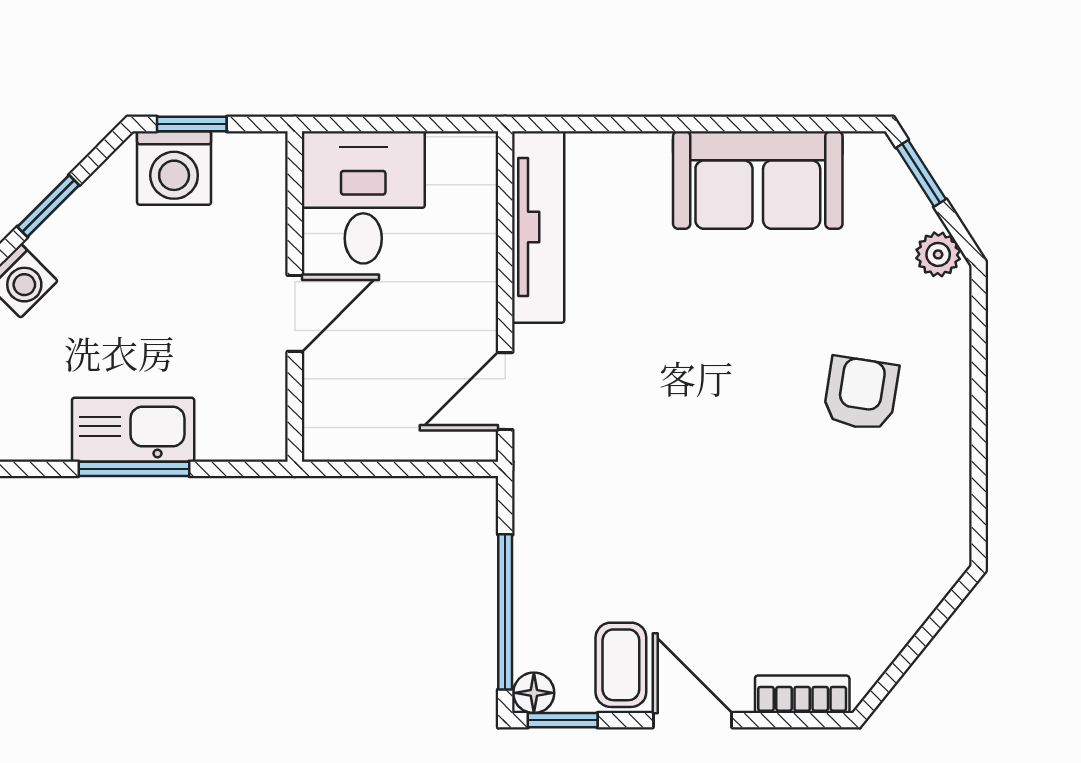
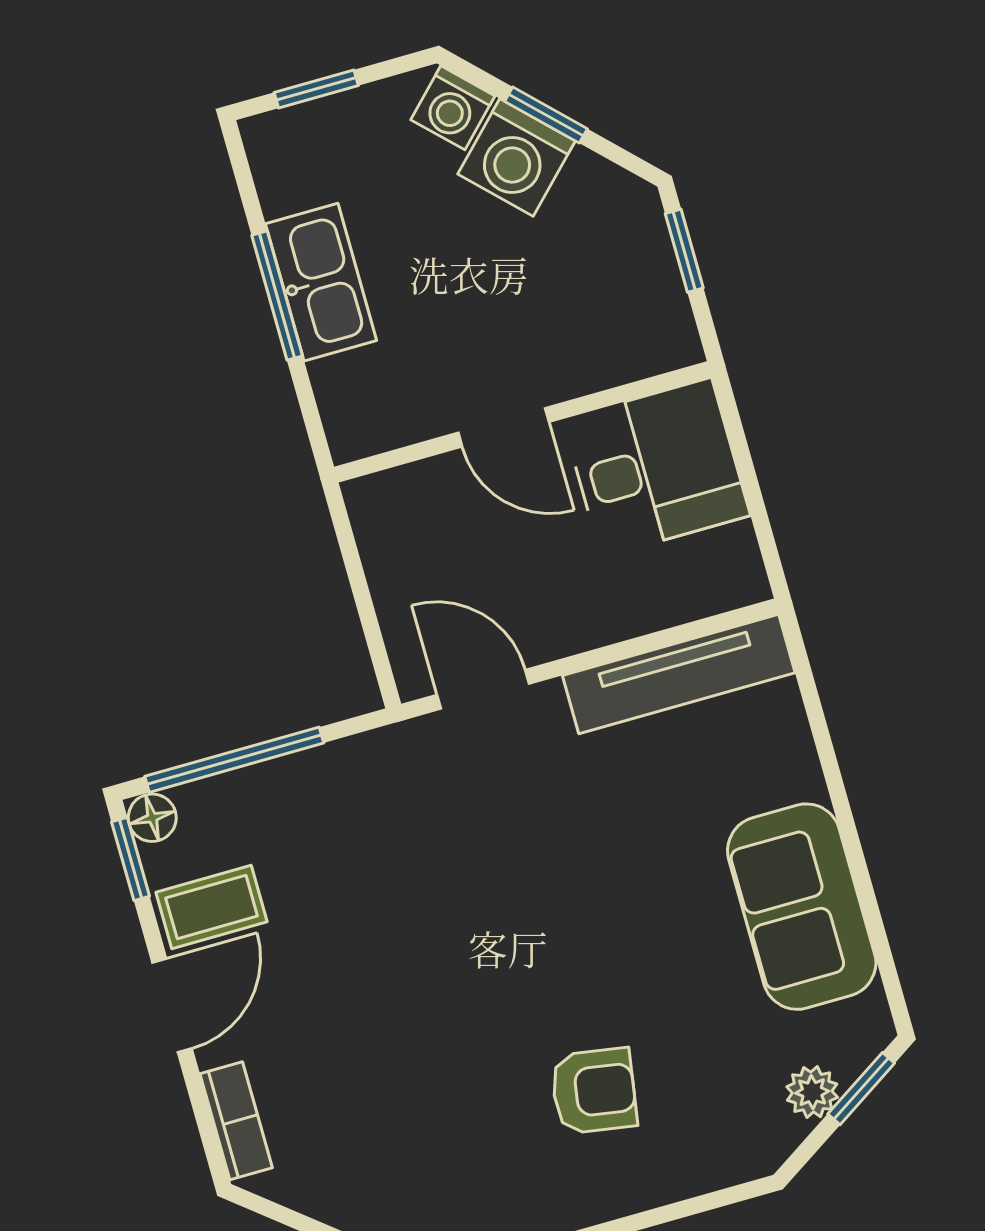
washing machine: (174, 168) -> (516, 157), moved, turned -45
plant: (938, 254) -> (812, 1092), moved

